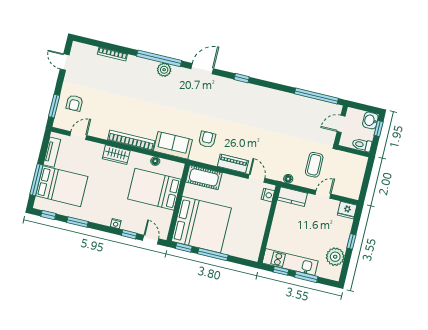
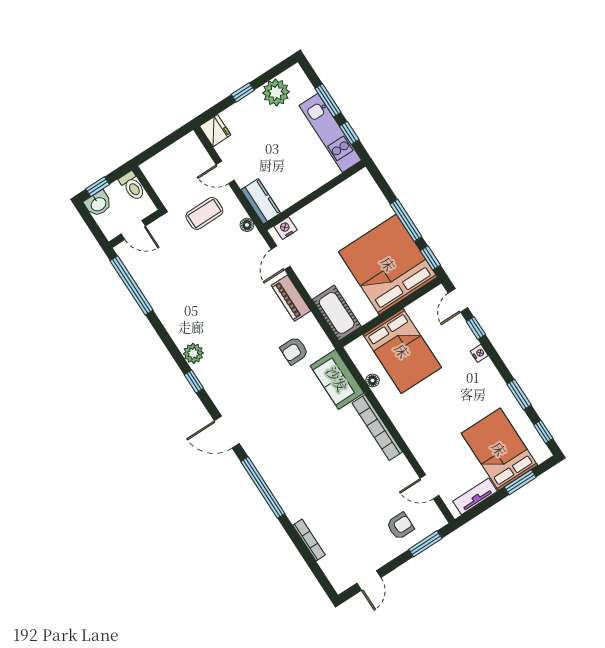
plant: (164, 70) -> (193, 353), moved
wardrobe: (116, 155) -> (408, 427), removed
window: (36, 180) -> (520, 482), width x0.69

